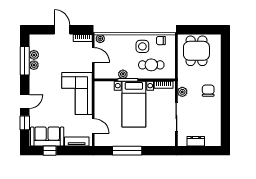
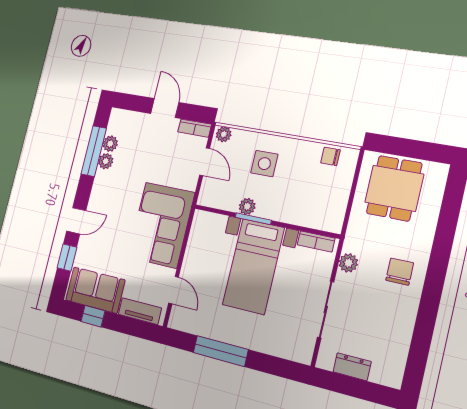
side table: (142, 46) -> (264, 164), moved
cafe table: (151, 65) -> (302, 199), removed

